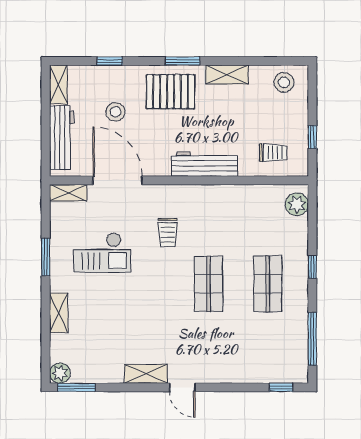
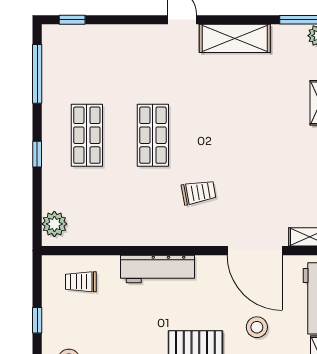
window: (312, 137) -> (37, 320), moved
trolley: (168, 233) -> (199, 192), turned 80
checkout: (102, 252) -> (272, 170), removed
shelving: (146, 374) -> (235, 38), width x1.50, depth x1.33

